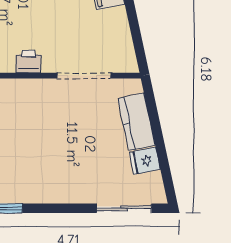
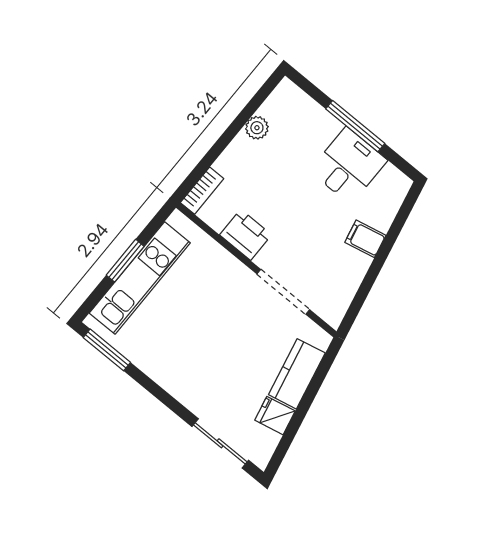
printer: (28, 61) -> (246, 235), width x1.36, depth x1.24

